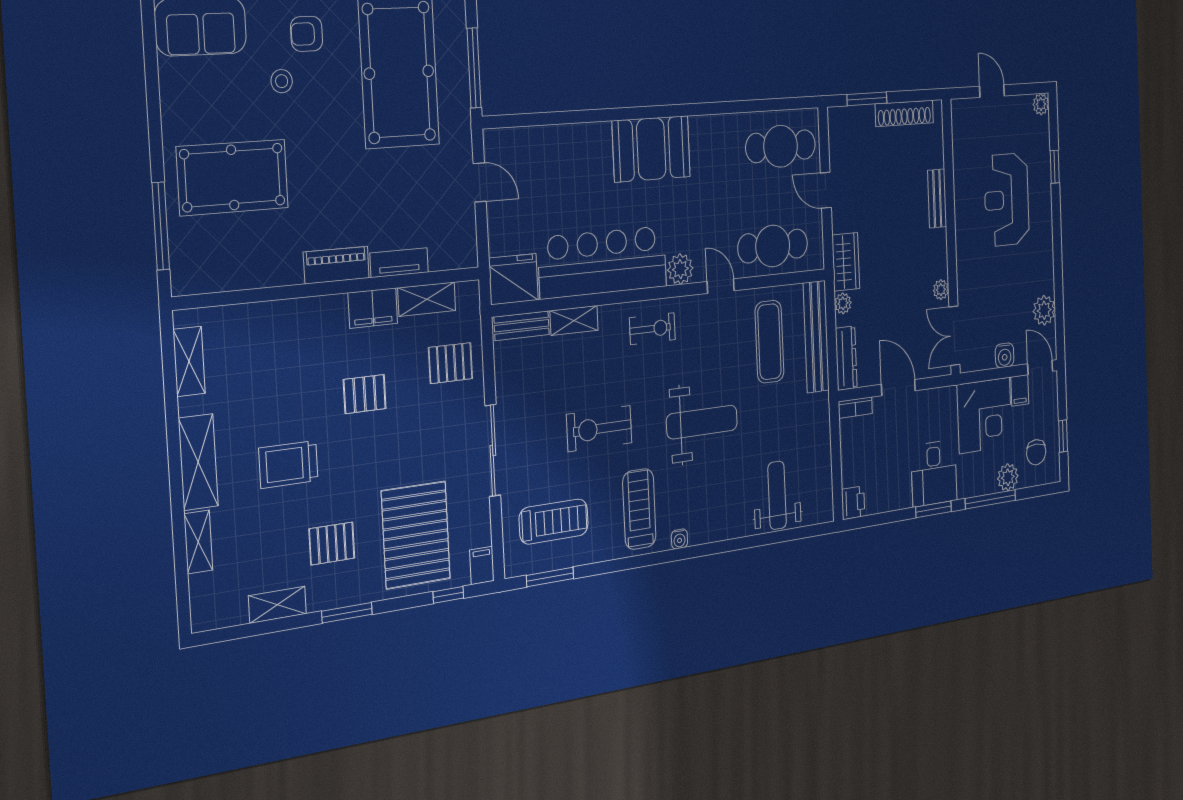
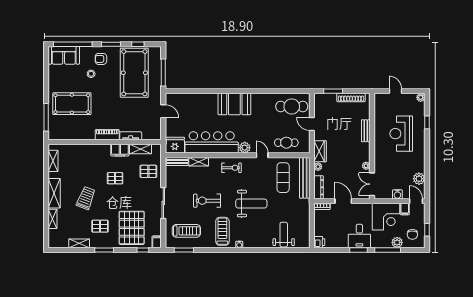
cafe table: (773, 246) -> (286, 143), width x0.73, depth x0.74
trolley: (289, 464) -> (86, 198), turned 111

